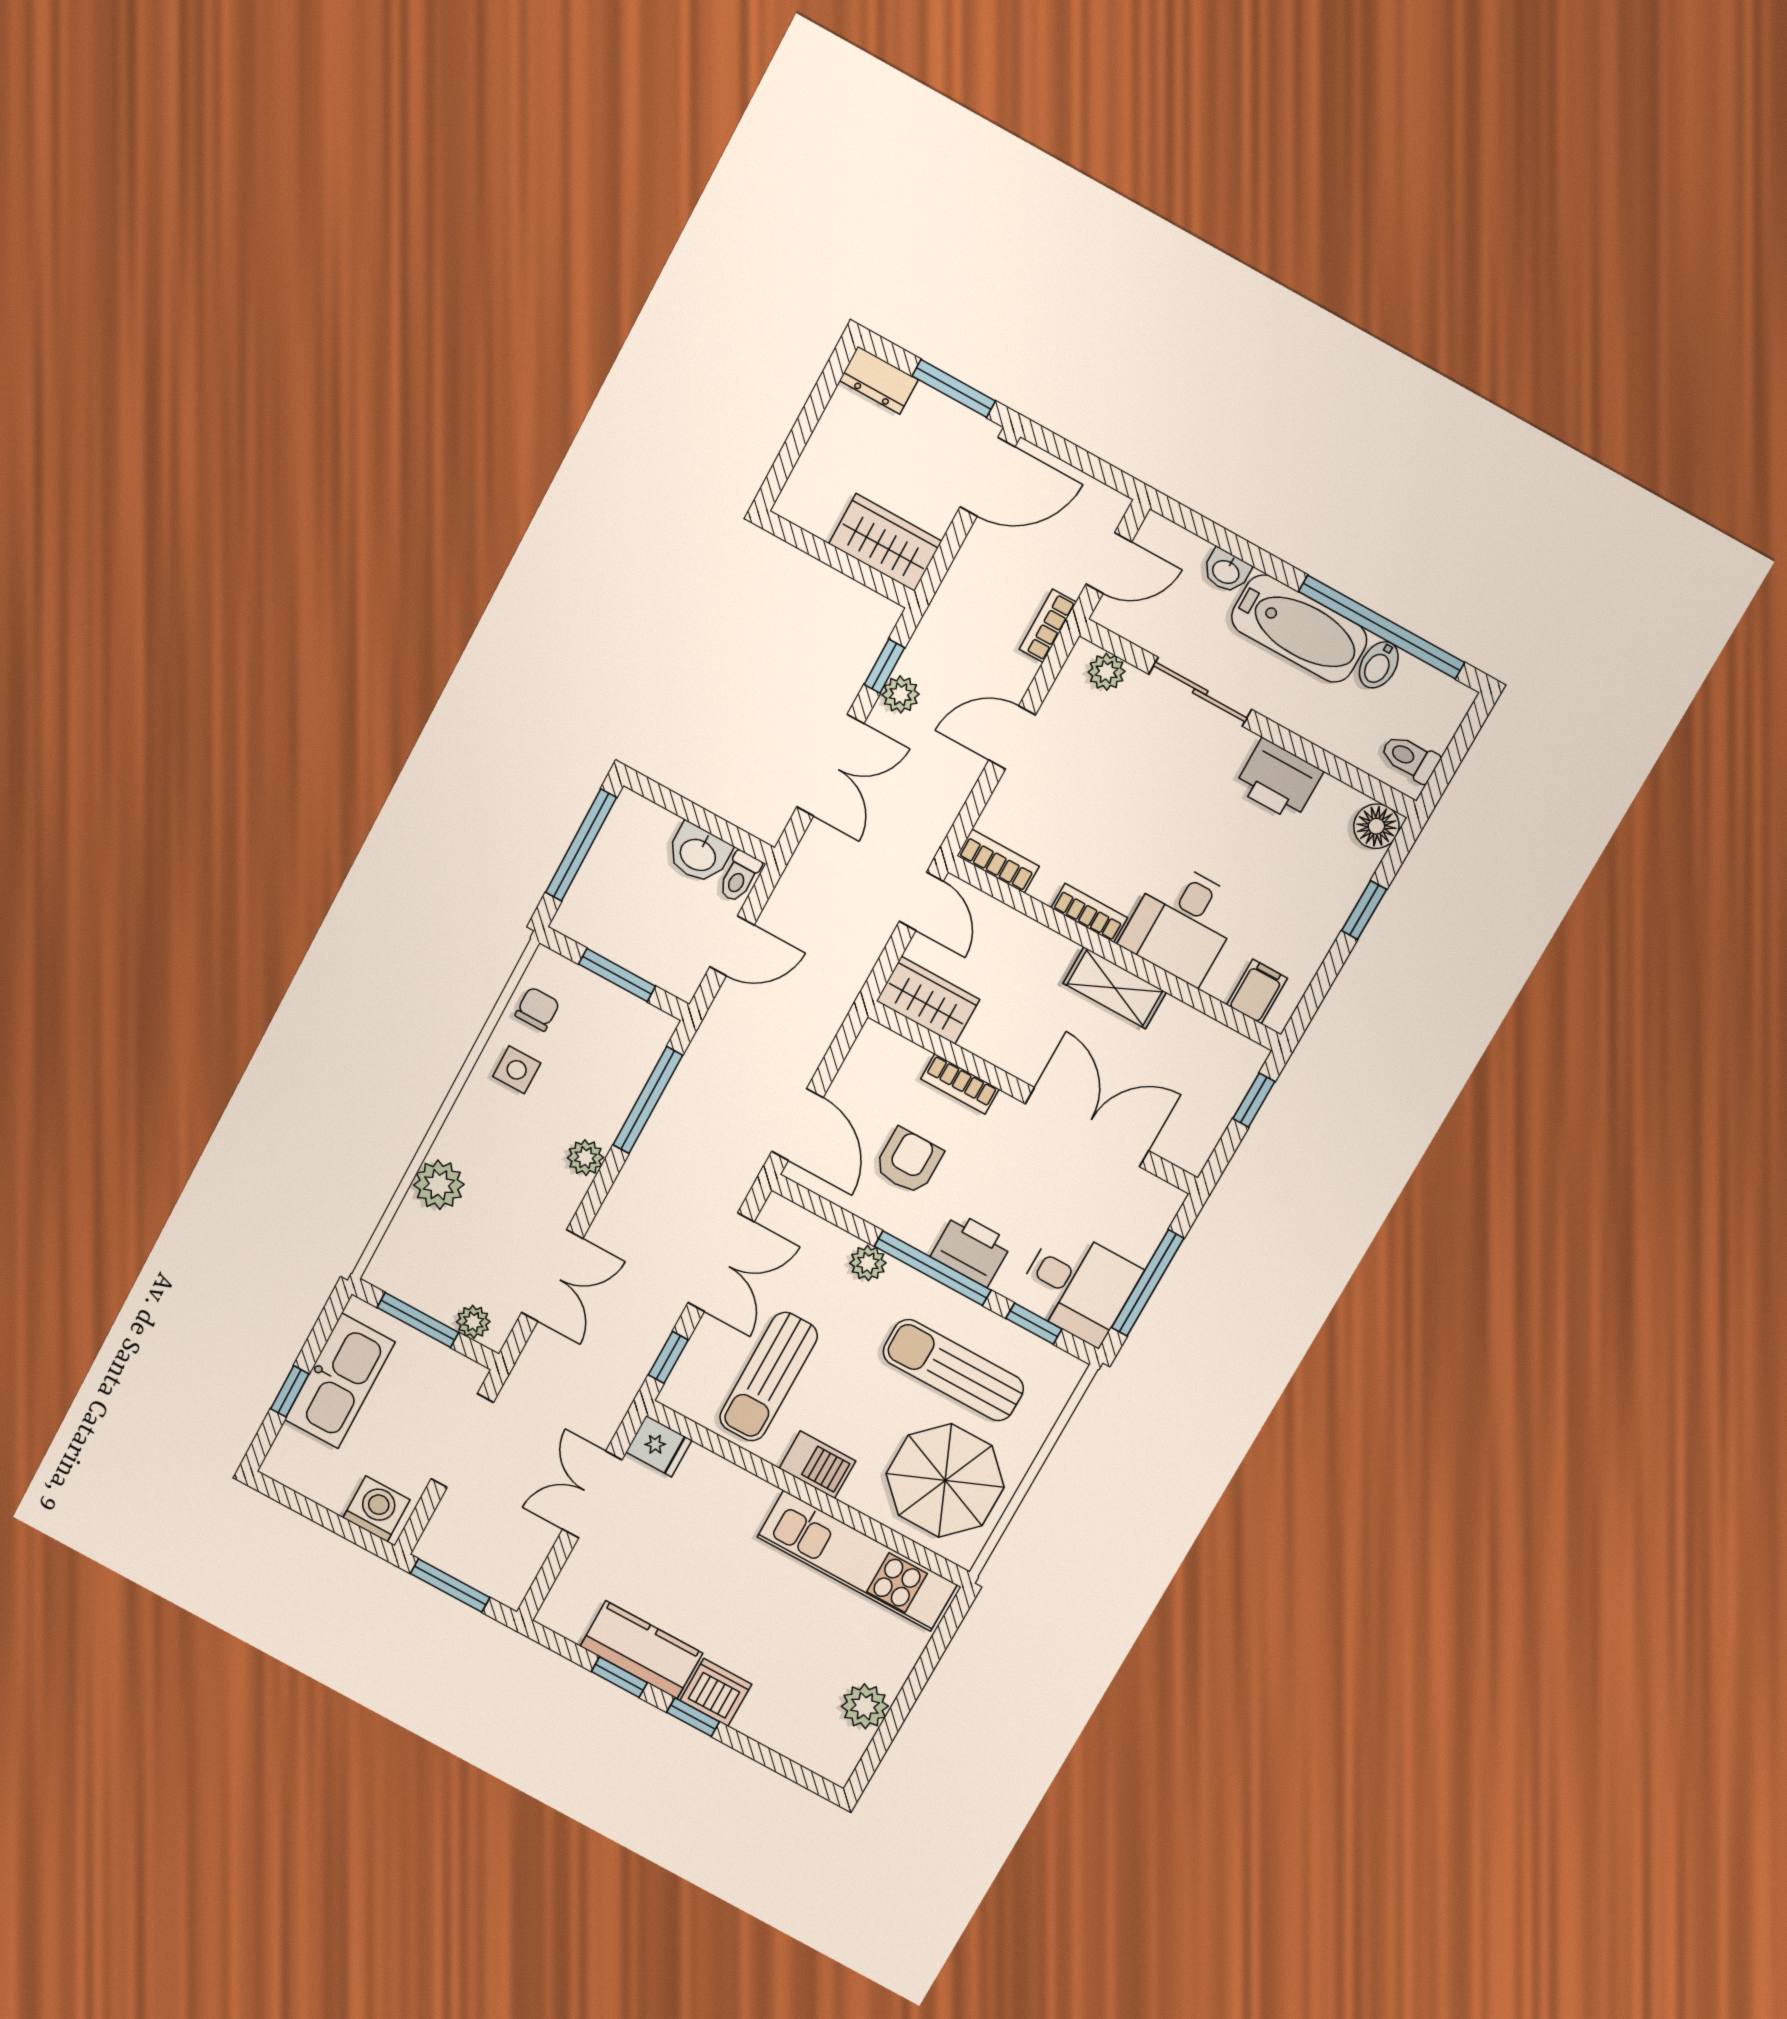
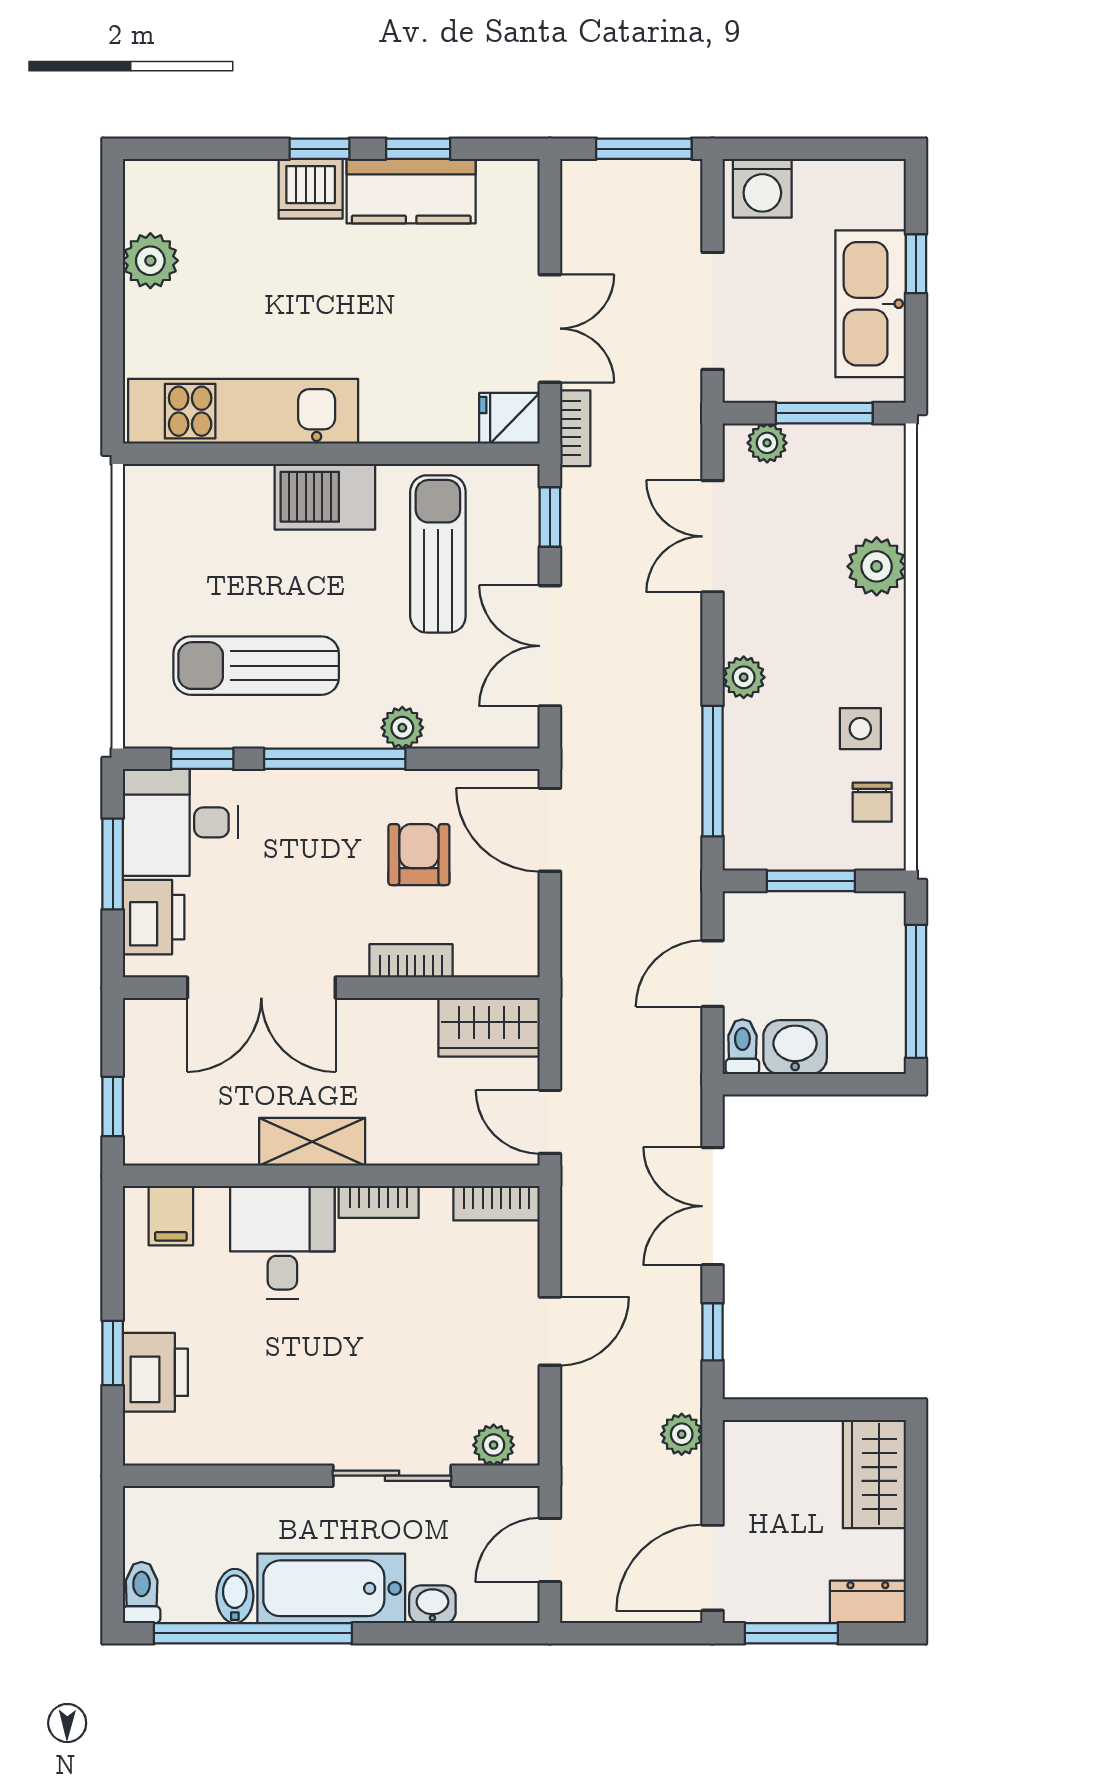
wardrobe: (885, 542) -> (874, 1474), moved, turned 90
bookcase: (1048, 626) -> (575, 428), moved
plant: (901, 694) -> (682, 1434), moved
toilet: (1410, 758) -> (142, 1593), moved, turned -90
printer: (1278, 780) -> (155, 1372), moved, turned 90
floor lamp: (1376, 826) -> (148, 1441), removed
armchair: (909, 1161) -> (419, 855), turned 180
printer: (972, 1249) -> (154, 917), moved, turned -90
window: (1148, 1283) -> (113, 864), width x0.69
sun lounger: (953, 1370) -> (256, 666), turned 180
barbecue: (817, 1465) -> (325, 497), width x1.38, depth x1.27
parasol: (945, 1480) -> (201, 546), removed

